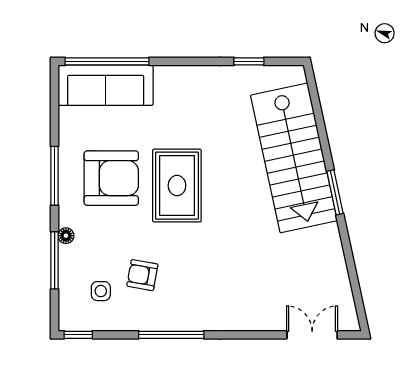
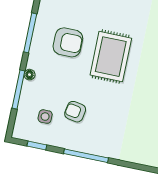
armchair: (111, 178) -> (68, 42), width x0.73, depth x0.73
window: (78, 335) -> (37, 145), moved

